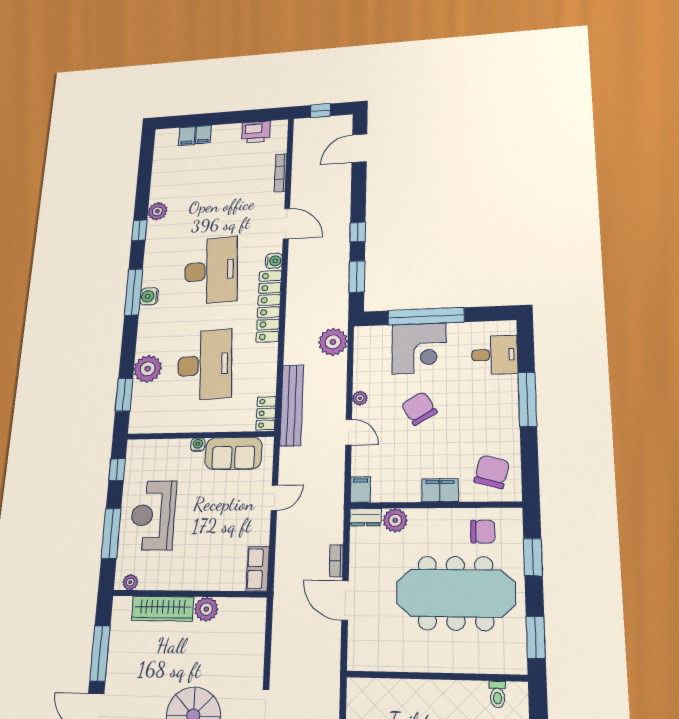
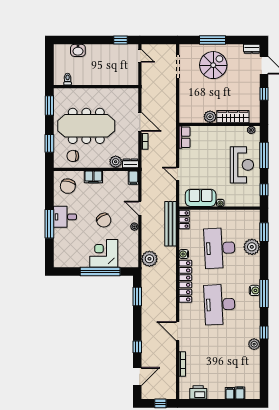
window: (358, 232) -> (137, 347), moved
water cooler: (274, 261) -> (184, 254), moved
desk: (495, 355) -> (65, 217), moved
door: (274, 498) -> (178, 174), hinge flipped
window: (100, 653) -> (264, 94), width x0.46

